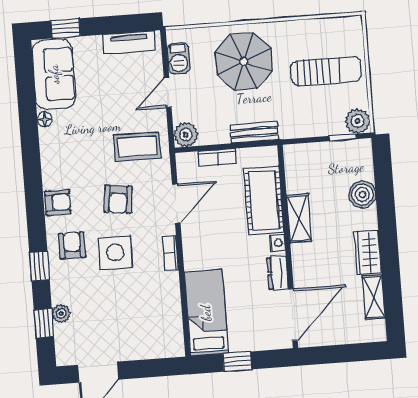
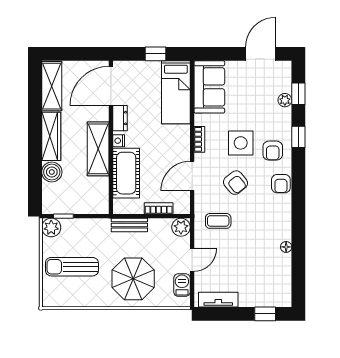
sofa: (54, 74) -> (209, 87), moved, turned 180
coffee table: (137, 147) -> (218, 221), width x0.73, depth x0.77
armchair: (118, 199) -> (235, 183), turned 134
armchair: (58, 202) -> (281, 184), turned -90
shelving: (299, 218) -> (98, 149), width x1.50, depth x1.33
wardrobe: (368, 252) -> (51, 136), width x1.50
shelving: (374, 297) -> (52, 86), width x1.50, depth x1.33

